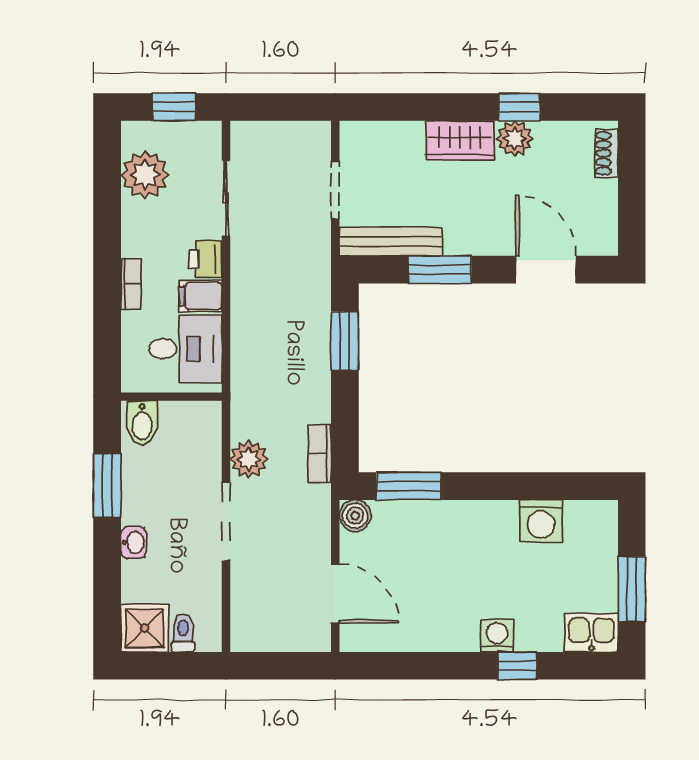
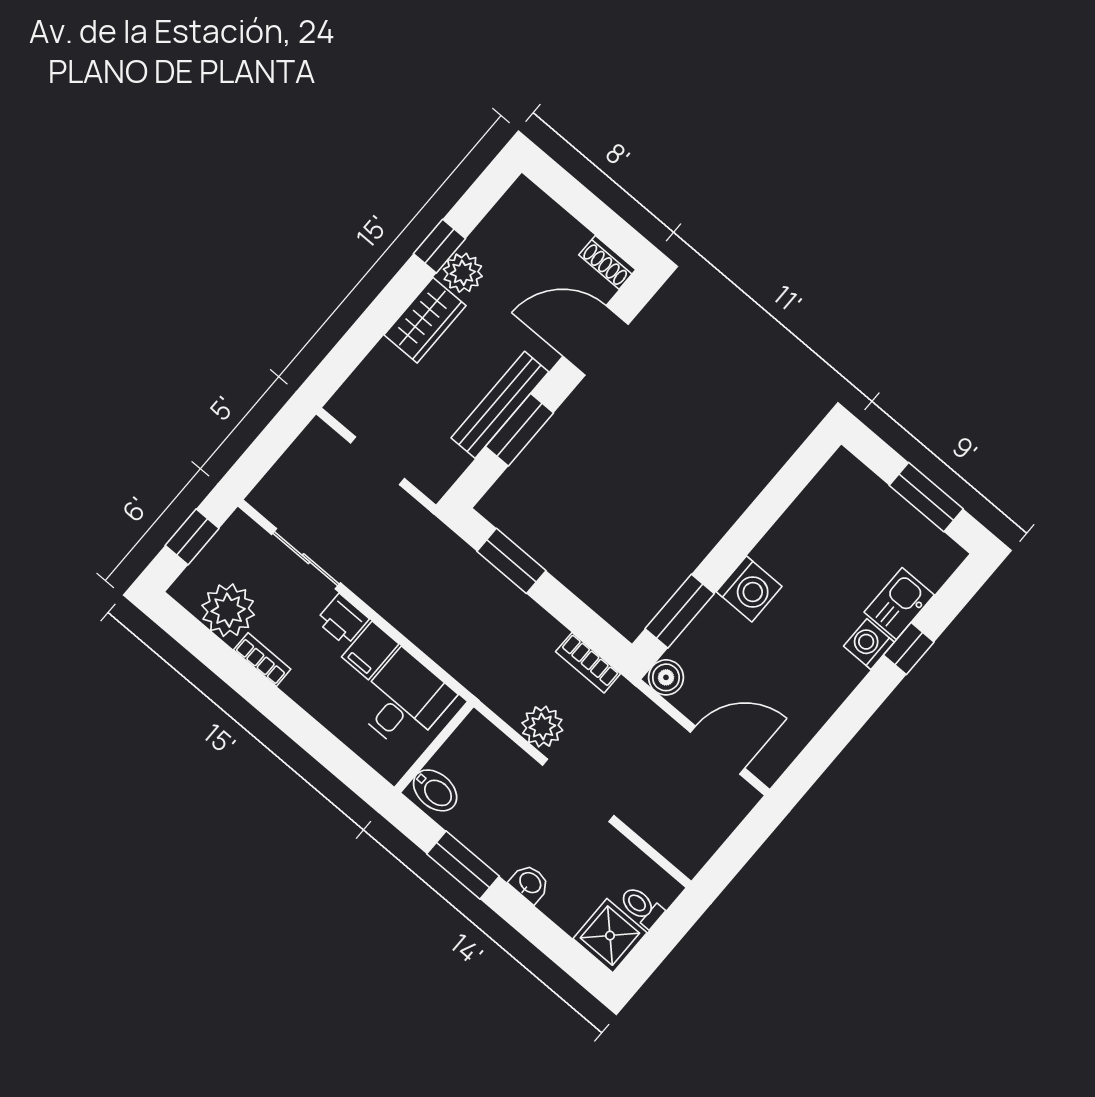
shoe rack: (606, 153) -> (607, 262), moved
bench: (391, 242) -> (500, 405), moved
bookcase: (131, 284) -> (262, 659), moved
washing machine: (541, 521) -> (749, 589), moved
kitchen sink: (592, 633) -> (899, 604), moved

